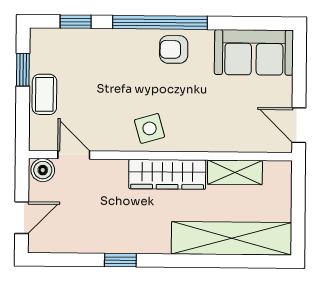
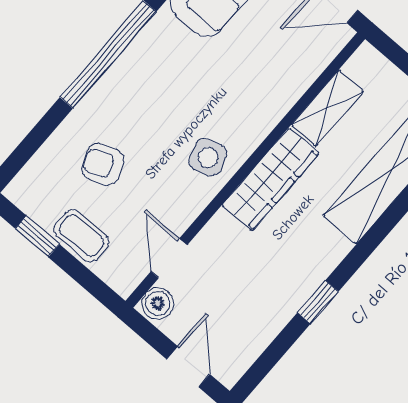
window: (76, 22) -> (34, 140), removed
armchair: (174, 49) -> (103, 164), moved, turned 68
door: (74, 155) -> (169, 258), hinge flipped

